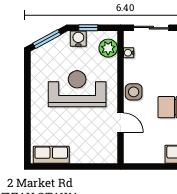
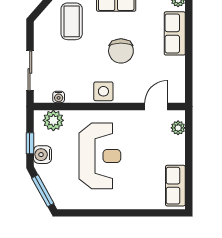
reception desk: (77, 89) -> (100, 156), turned 180
door: (120, 123) -> (156, 106), moved
plant: (102, 157) -> (178, 128), added

